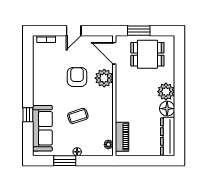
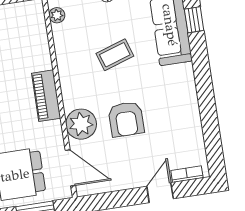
door: (74, 31) -> (160, 193), moved
window: (28, 115) -> (194, 20), moved
piano: (122, 137) -> (46, 96), moved

